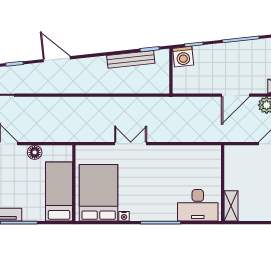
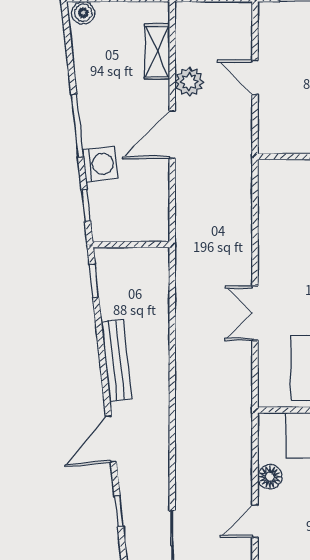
washing machine: (183, 57) -> (100, 164), moved
bench: (131, 59) -> (116, 361), moved
door: (235, 95) -> (172, 135), swing flipped

